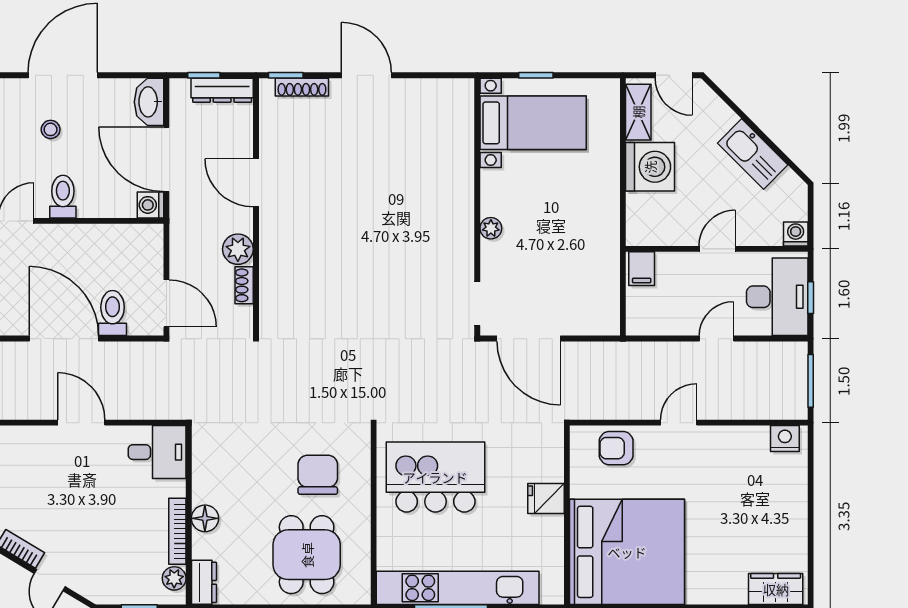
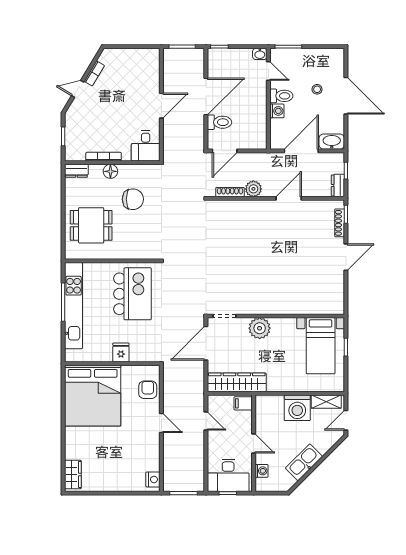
dresser: (222, 90) -> (338, 185), width x0.70
washing machine: (150, 205) -> (277, 111), moved, turned 90
plant: (491, 228) -> (260, 328), width x1.87, depth x1.87
washing machine: (796, 234) -> (262, 471), moved
wardrobe: (602, 281) -> (237, 382), added
shoe rack: (244, 285) -> (230, 192), width x1.43
door: (716, 339) -> (206, 421), moved
chair: (318, 475) -> (133, 199), moved
plant: (174, 578) -> (79, 155), removed

